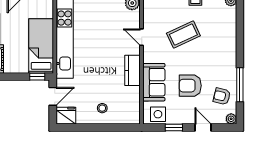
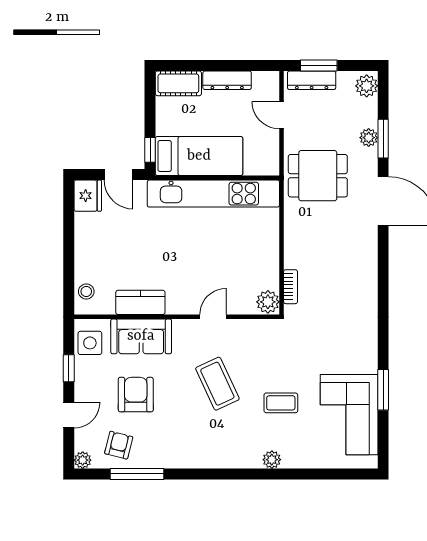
kitchen counter: (133, 70) -> (140, 302), moved
stool: (102, 108) -> (86, 291), moved

